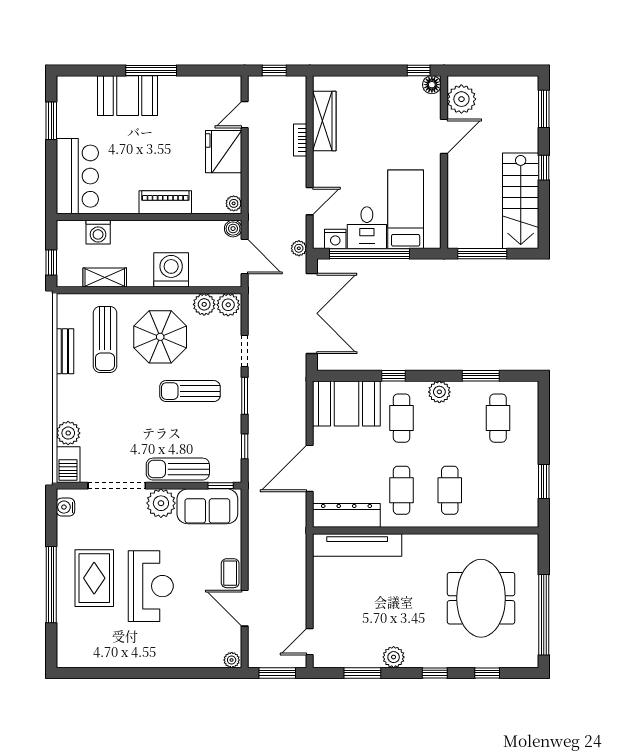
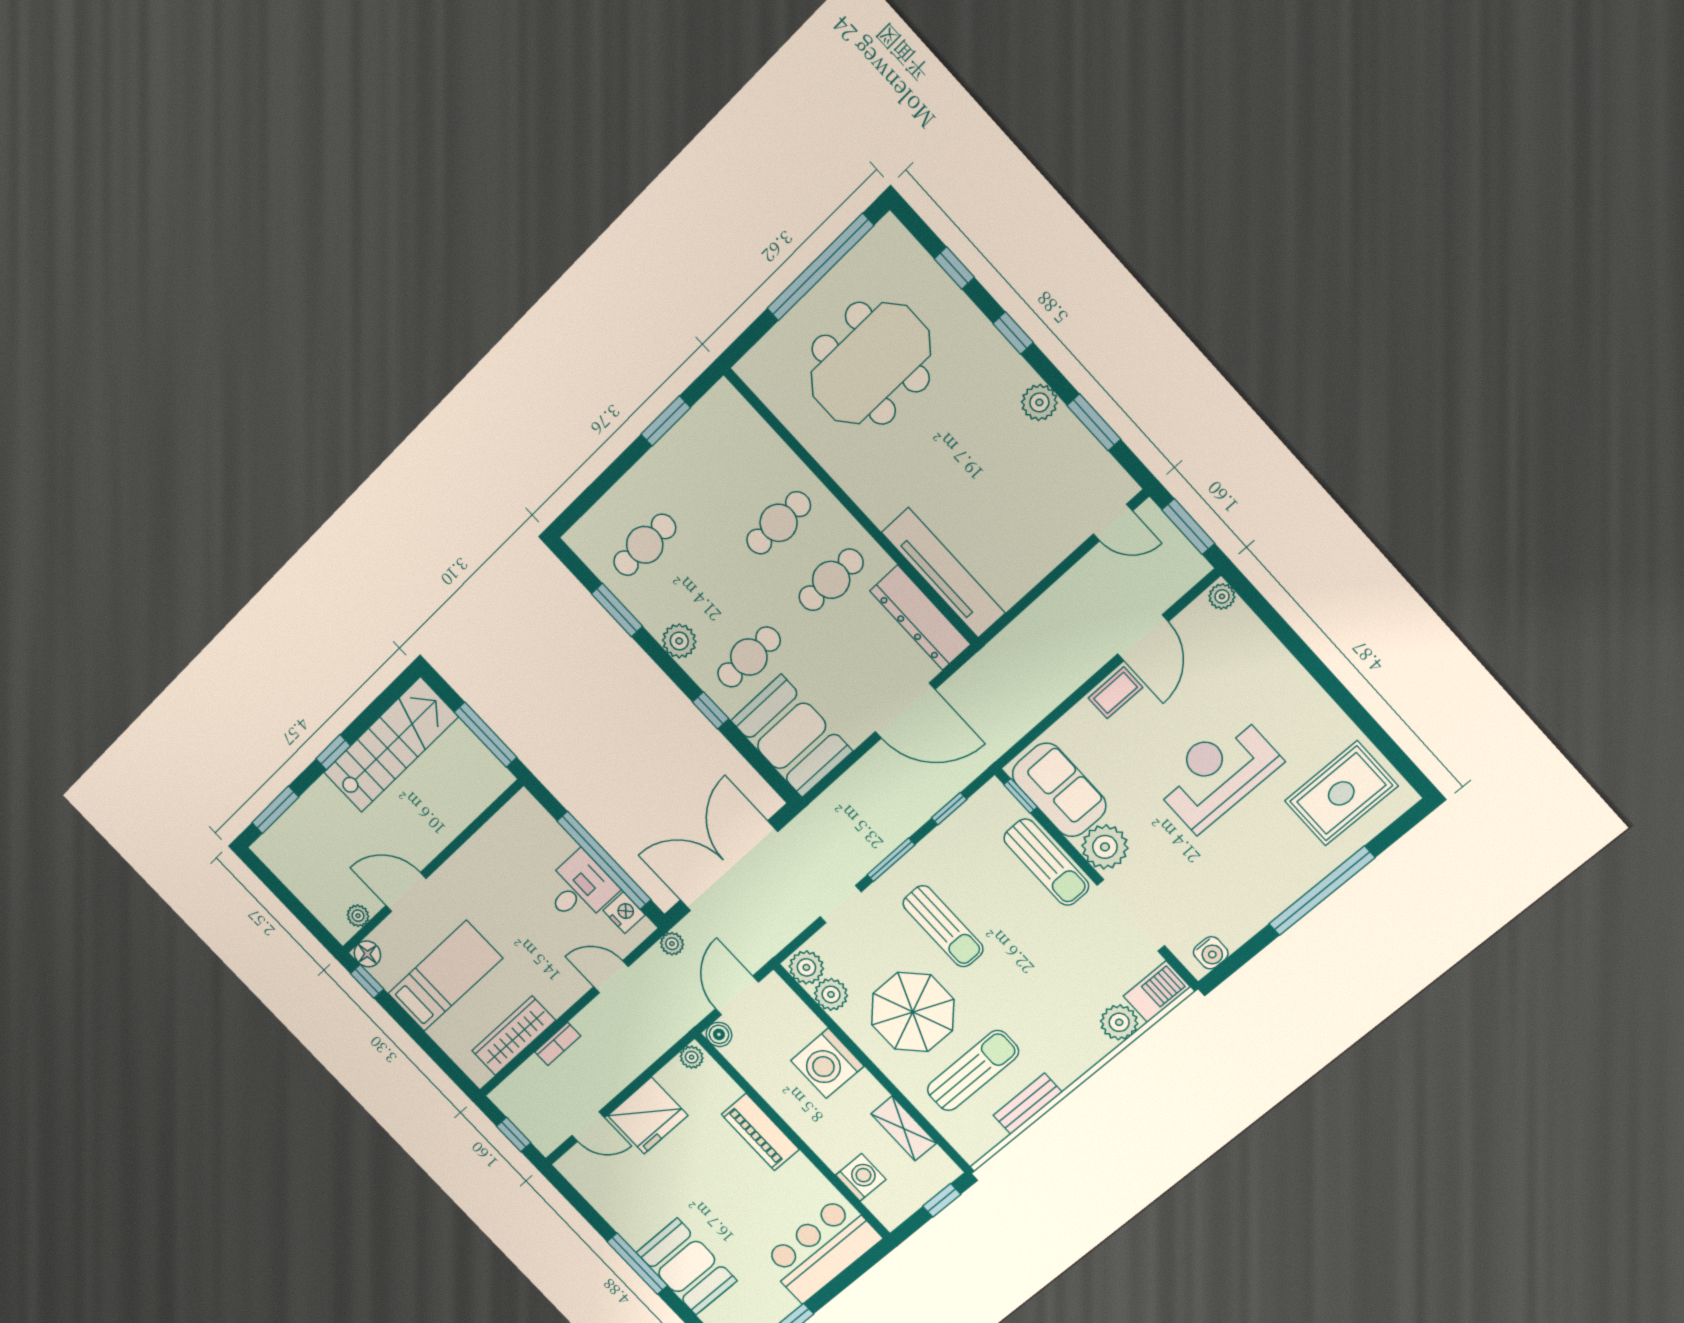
plant: (461, 99) -> (358, 916), width x0.53, depth x0.53
bed: (406, 209) -> (445, 976), moved, turned 180
rug: (94, 578) -> (1341, 793), moved

